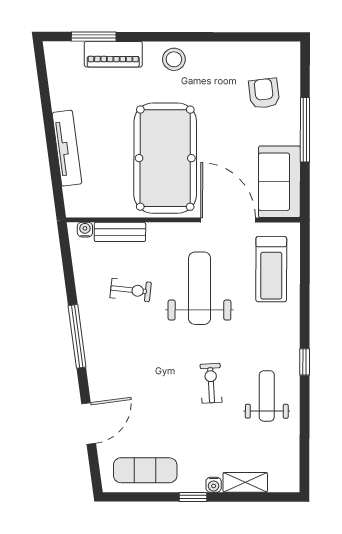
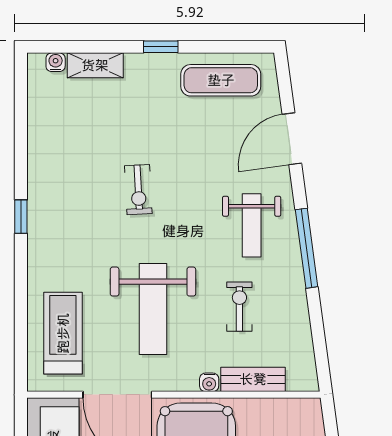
water cooler: (85, 230) -> (209, 382), moved
exercise bike: (131, 290) -> (239, 307), turned 84
weight bench: (267, 396) -> (252, 225), moved
water cooler: (214, 485) -> (56, 62), moved

